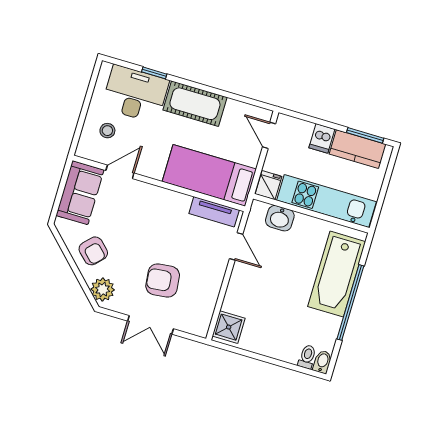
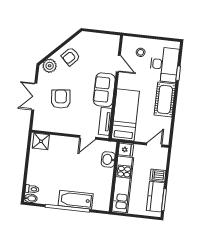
sofa: (80, 193) -> (104, 90), moved, turned 90
bathtub: (337, 274) -> (76, 200), width x0.73, depth x0.73

